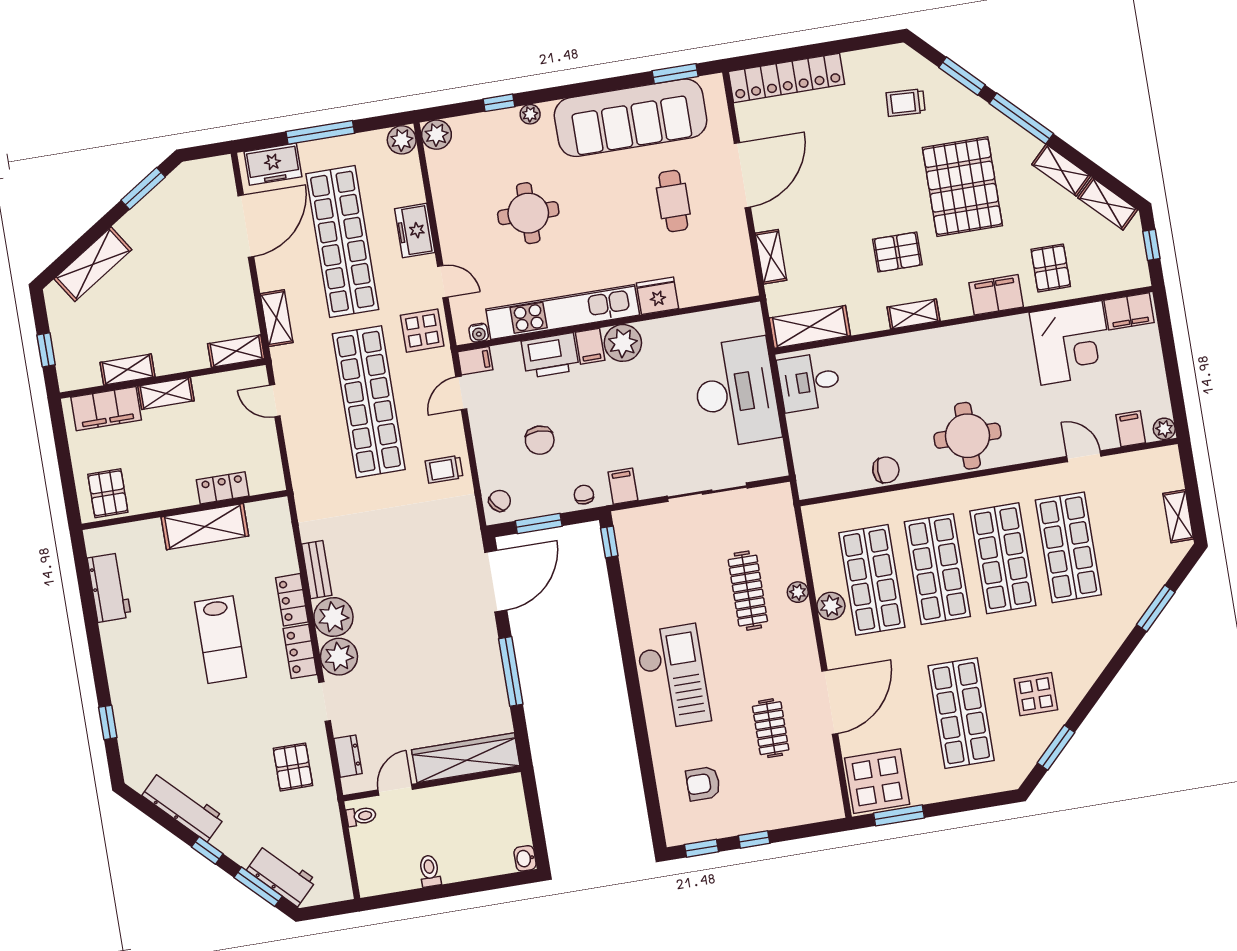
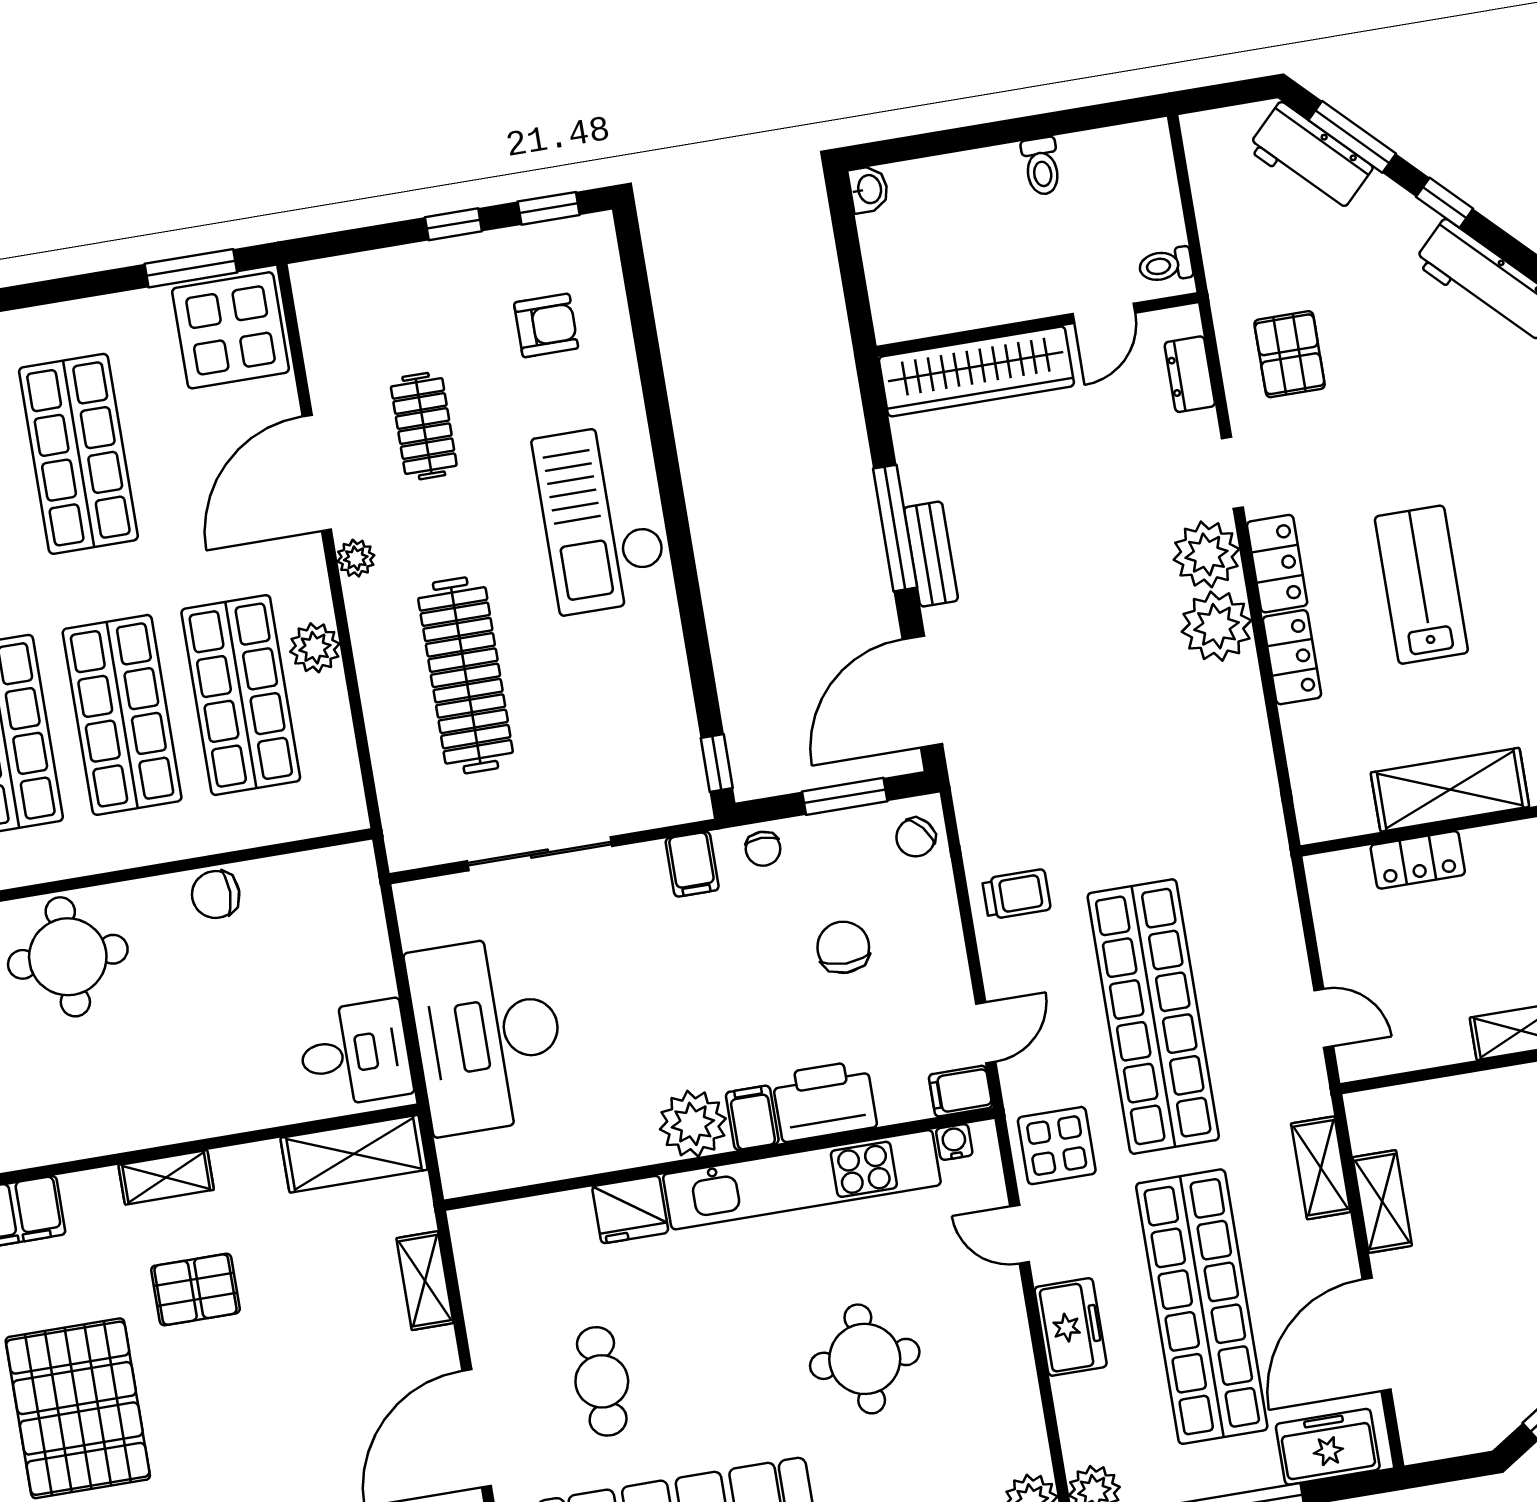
shelving: (236, 351) -> (1382, 1202), moved, turned 90
bench: (317, 570) -> (931, 554), moved
clothes rail: (748, 591) -> (466, 675), width x1.37, depth x1.31
plant: (798, 592) -> (356, 558), moved

